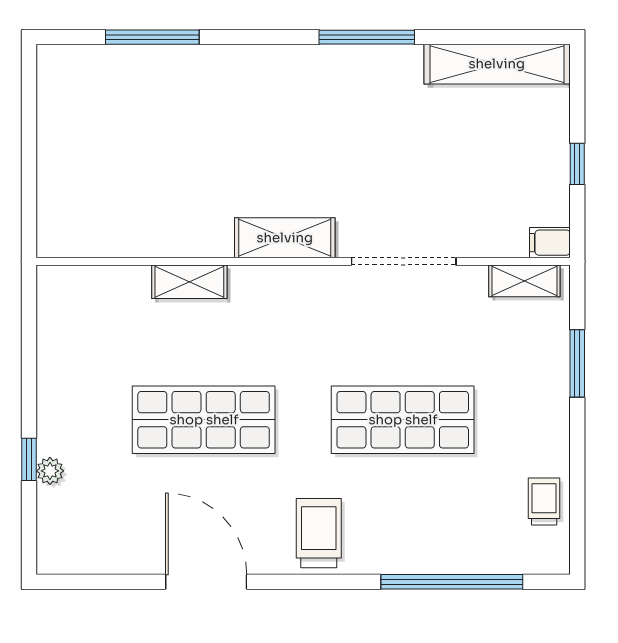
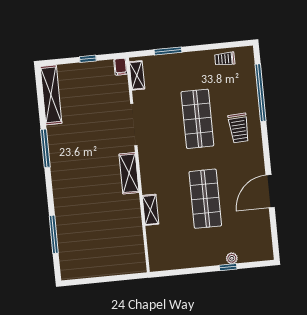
trolley: (319, 533) -> (239, 128), moved, turned -93

